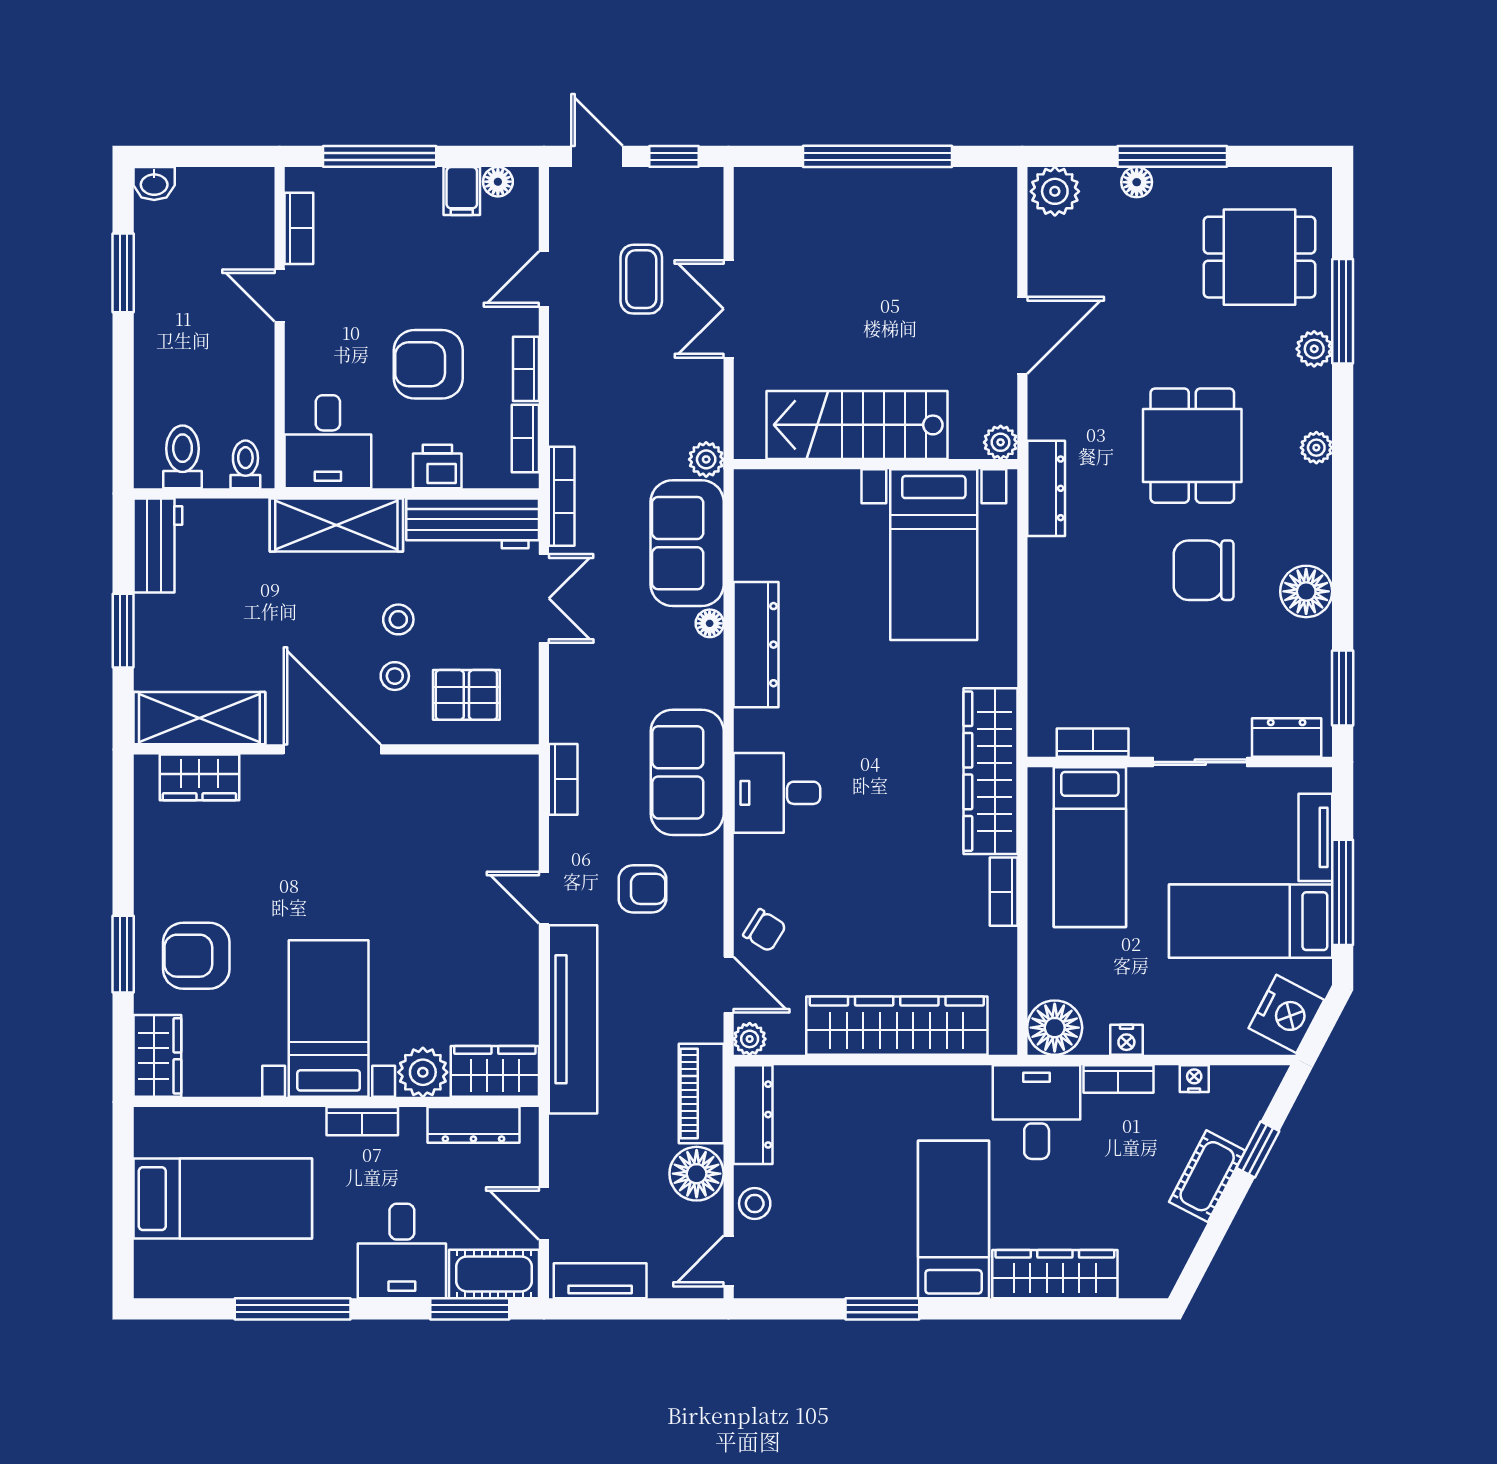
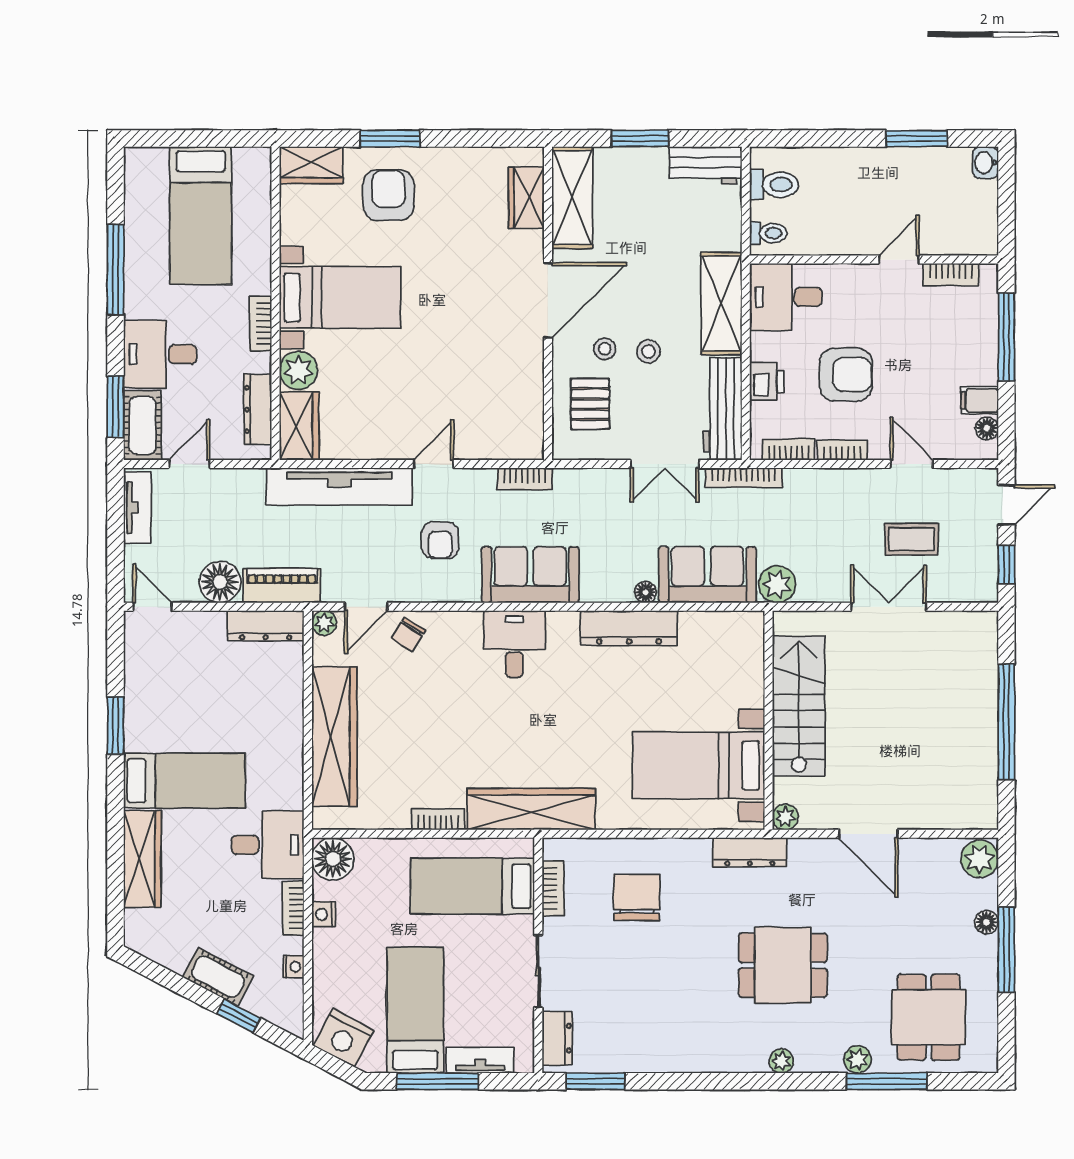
armchair: (428, 364) -> (846, 375), turned 90
plant: (706, 459) -> (777, 584), width x1.38, depth x1.38
chair: (1204, 570) -> (637, 897), moved
floor lamp: (1306, 591) -> (670, 1053), removed
stool: (755, 1203) -> (197, 627), removed

